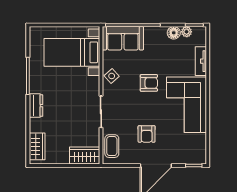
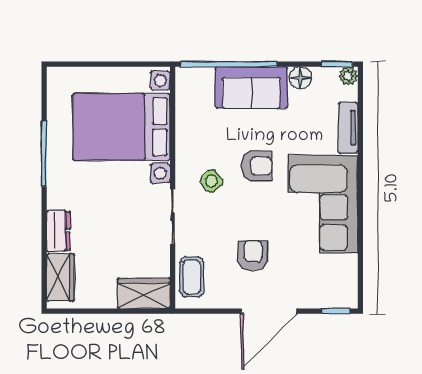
plant: (187, 32) -> (348, 76), moved
sofa: (123, 38) -> (251, 87), moved
bed with nightstands: (72, 52) -> (121, 127), width x1.36
side table: (112, 76) -> (211, 181), moved
dresser: (36, 106) -> (58, 231), moved
armchair: (147, 134) -> (253, 256), turned 180

